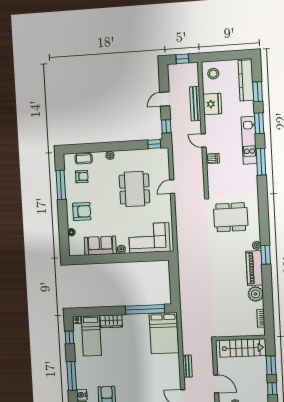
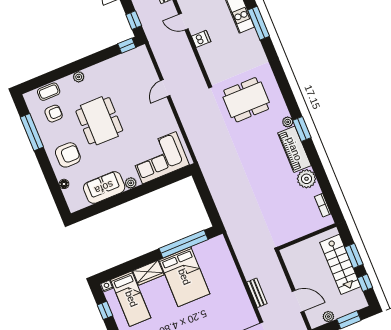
dining table: (134, 189) -> (99, 121), moved
bed: (164, 333) -> (184, 277), moved
stairs: (243, 348) -> (340, 264), moved, turned 90

